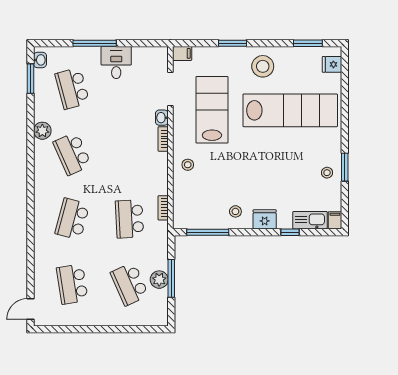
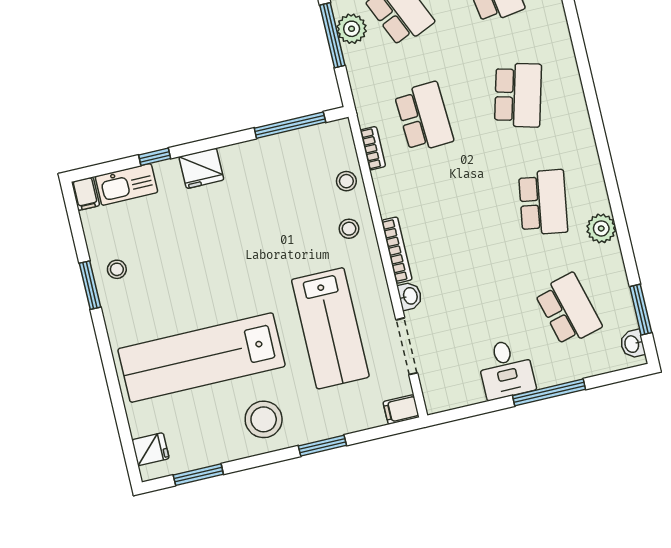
bookcase: (163, 139) -> (397, 250), width x1.56
school desk: (72, 154) -> (543, 202), turned 33
stool: (235, 211) -> (346, 181), moved

